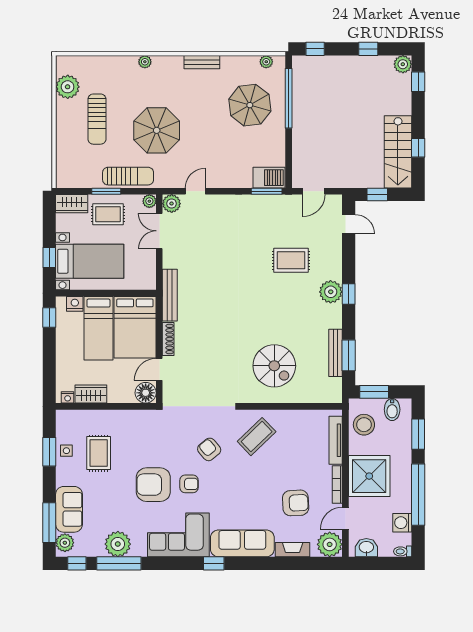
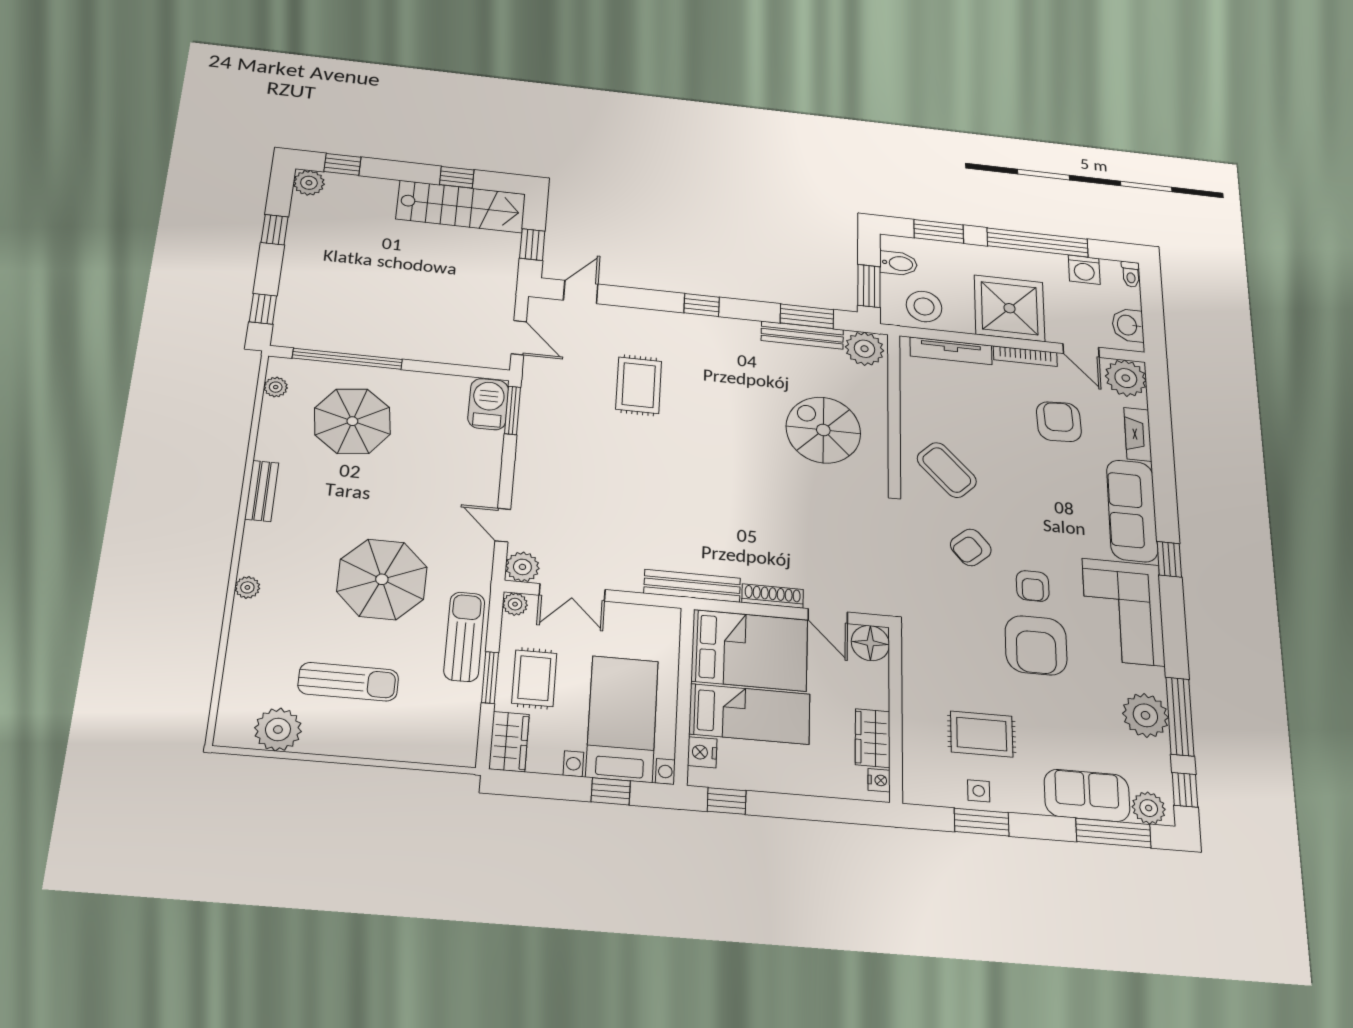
plant: (331, 292) -> (865, 349), moved
spiral stairs: (274, 366) -> (823, 430), turned -90
armchair: (189, 484) -> (1033, 586), turned 180

